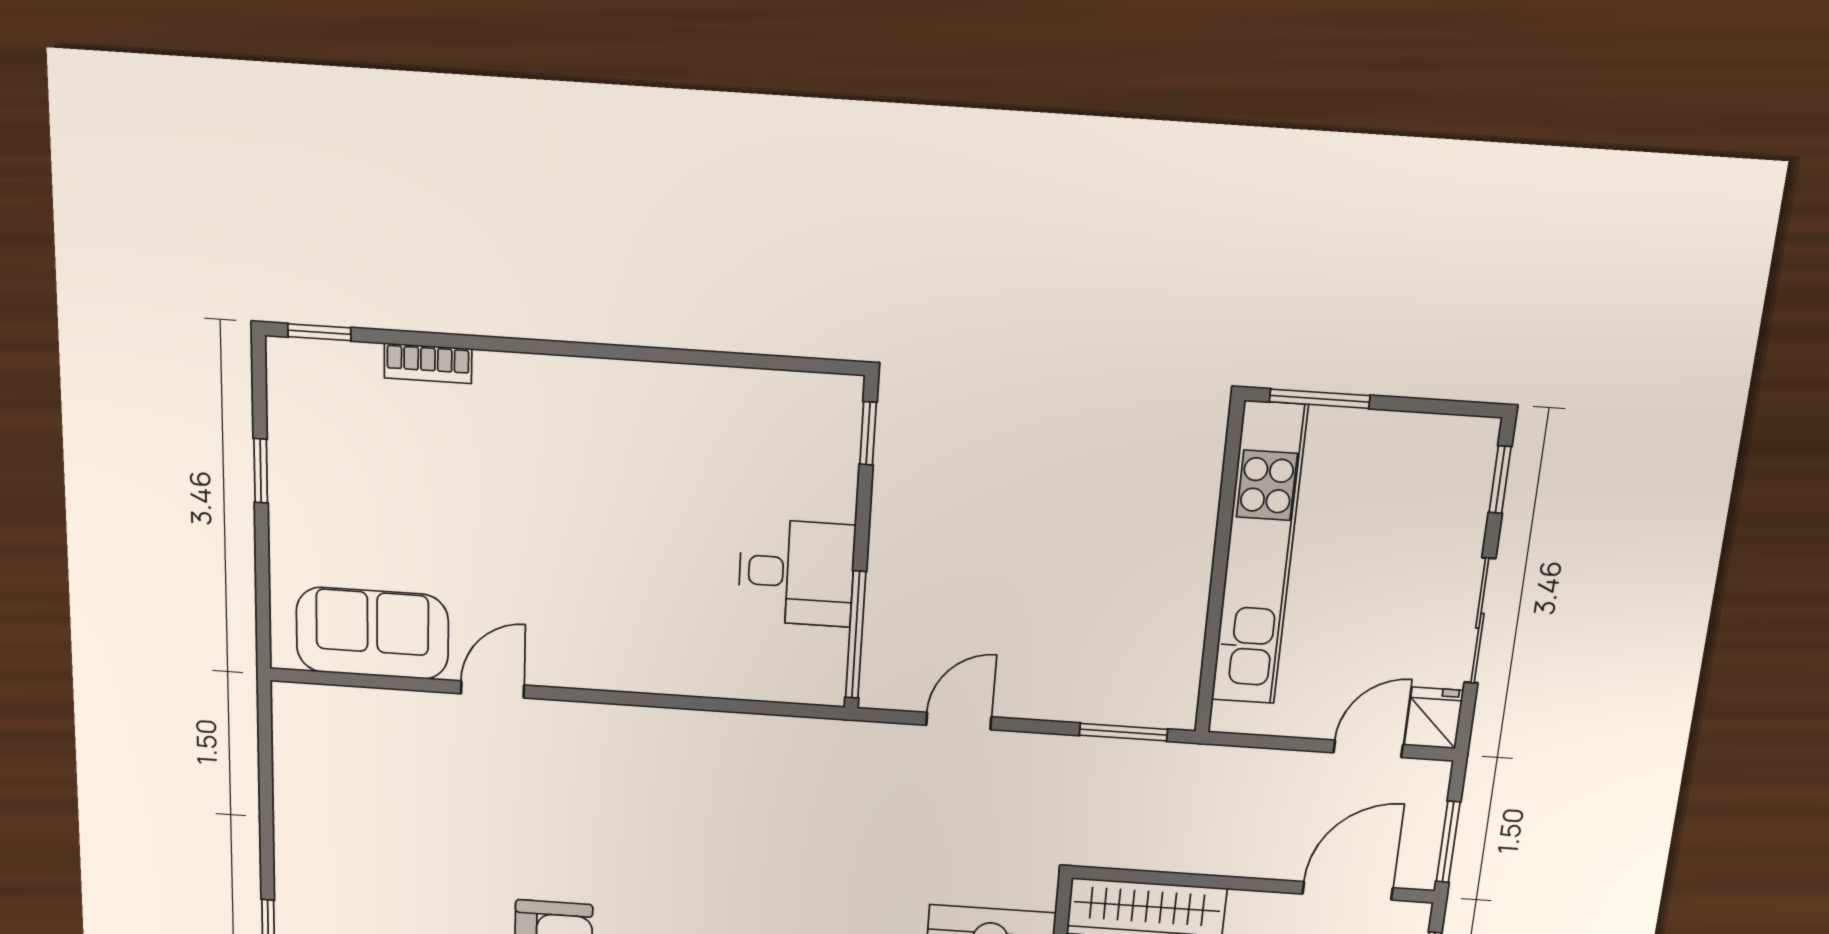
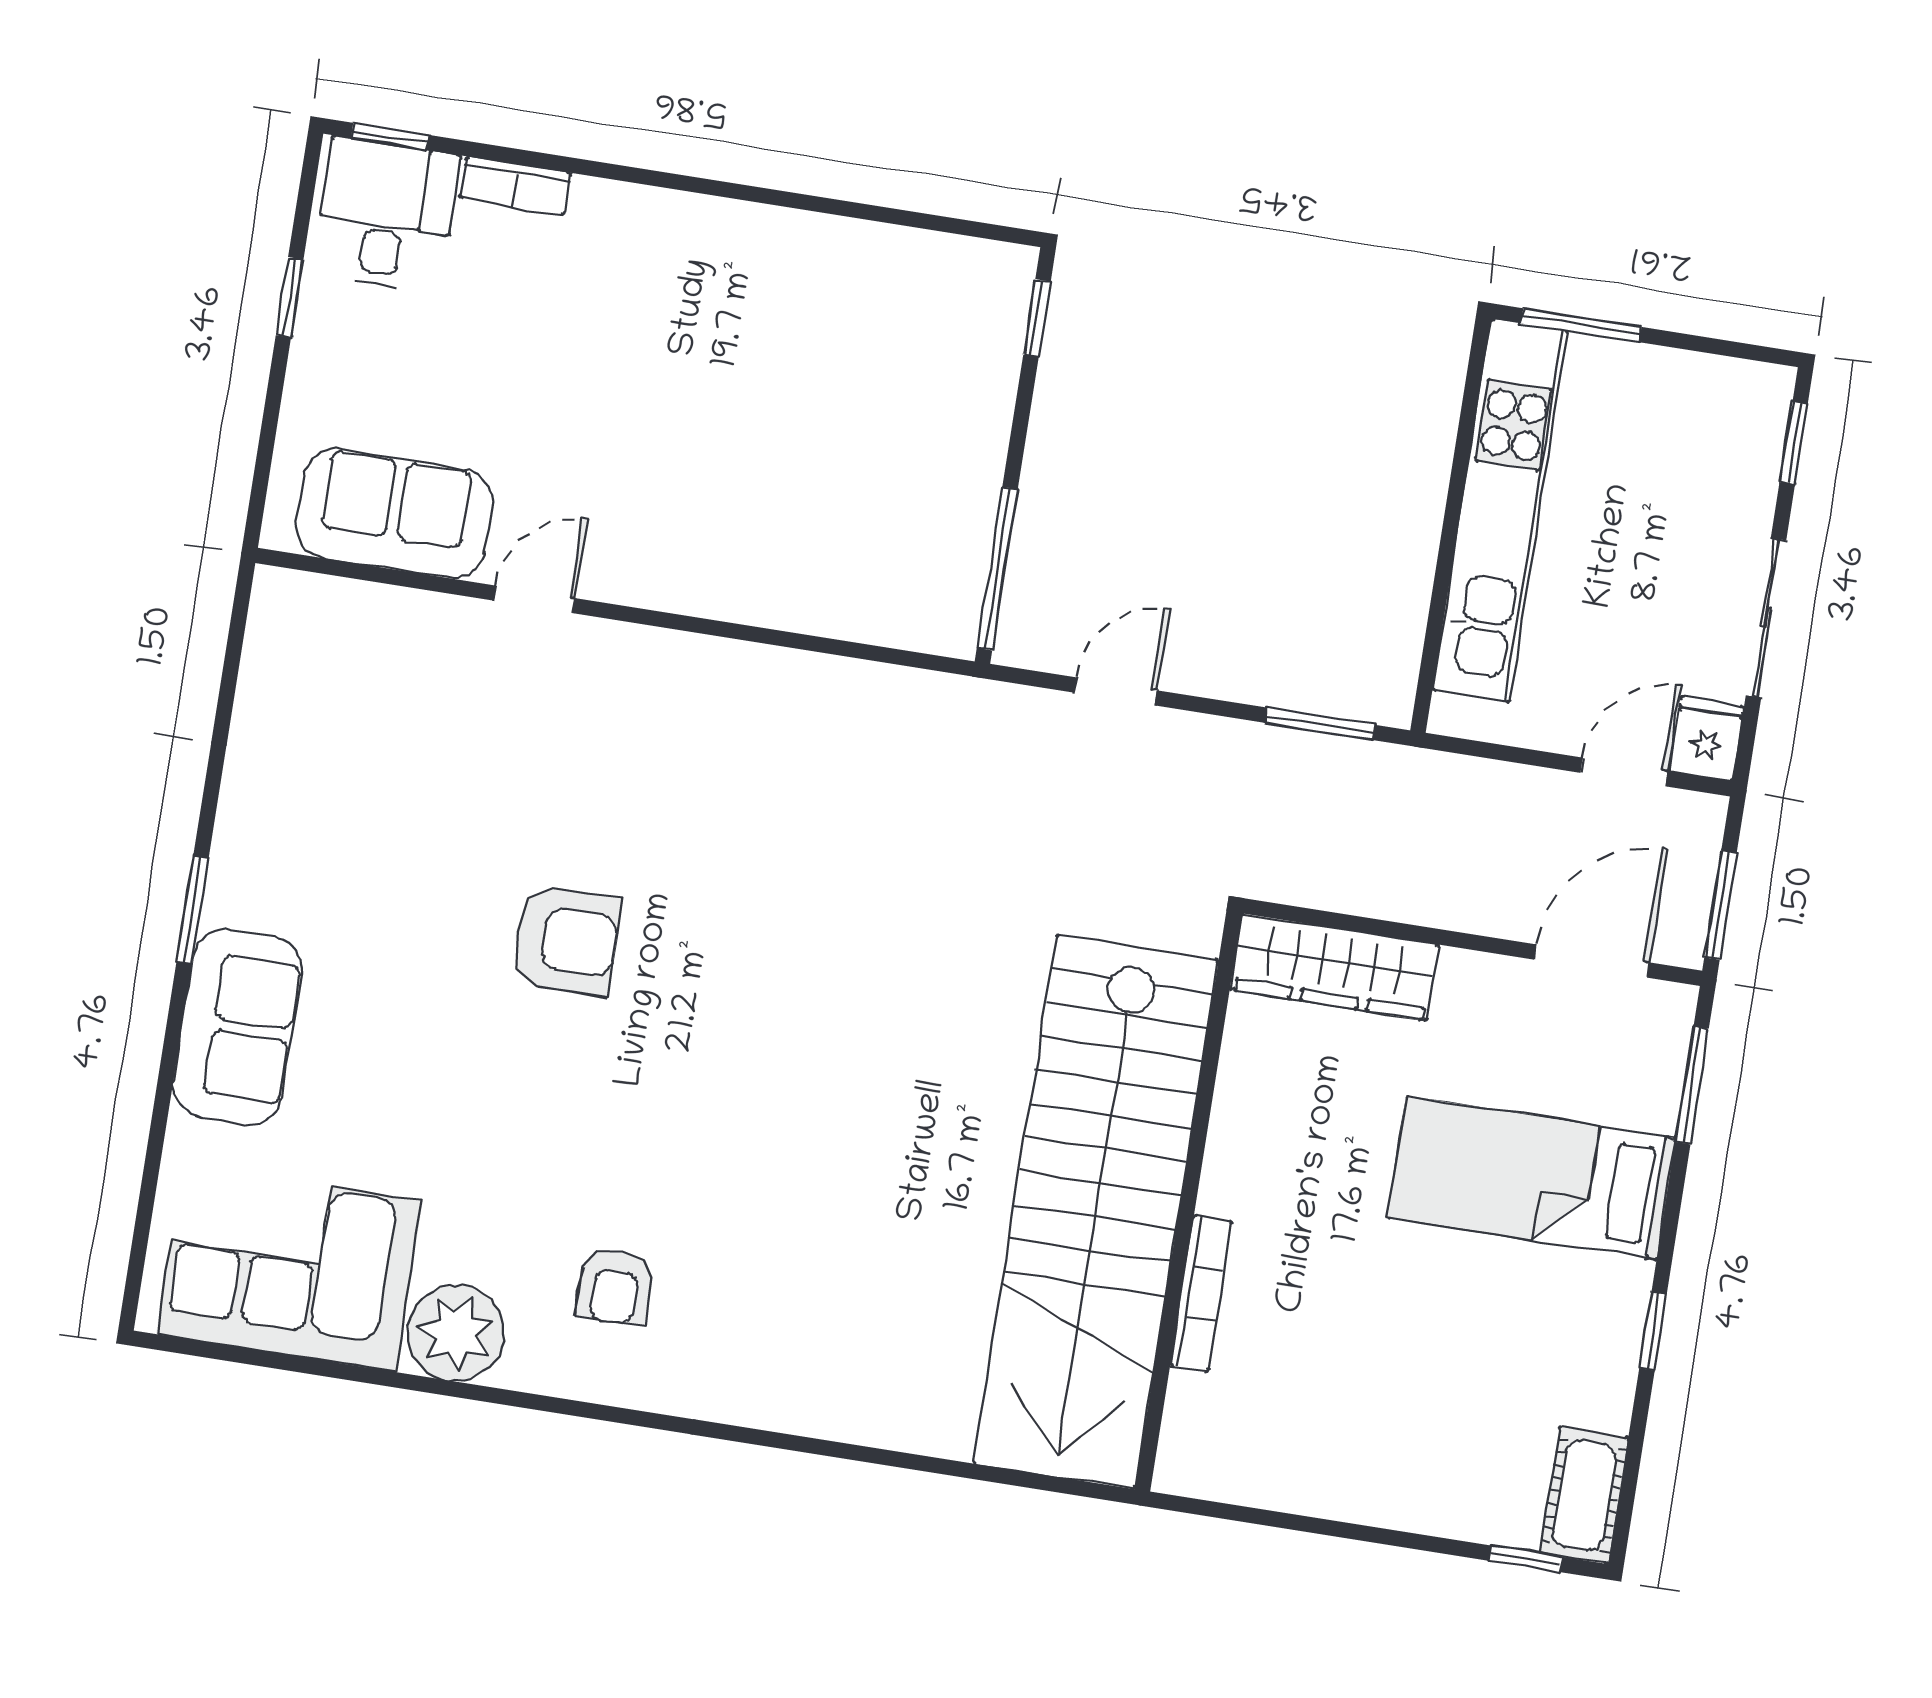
desk: (796, 573) -> (386, 215), moved, turned -90

